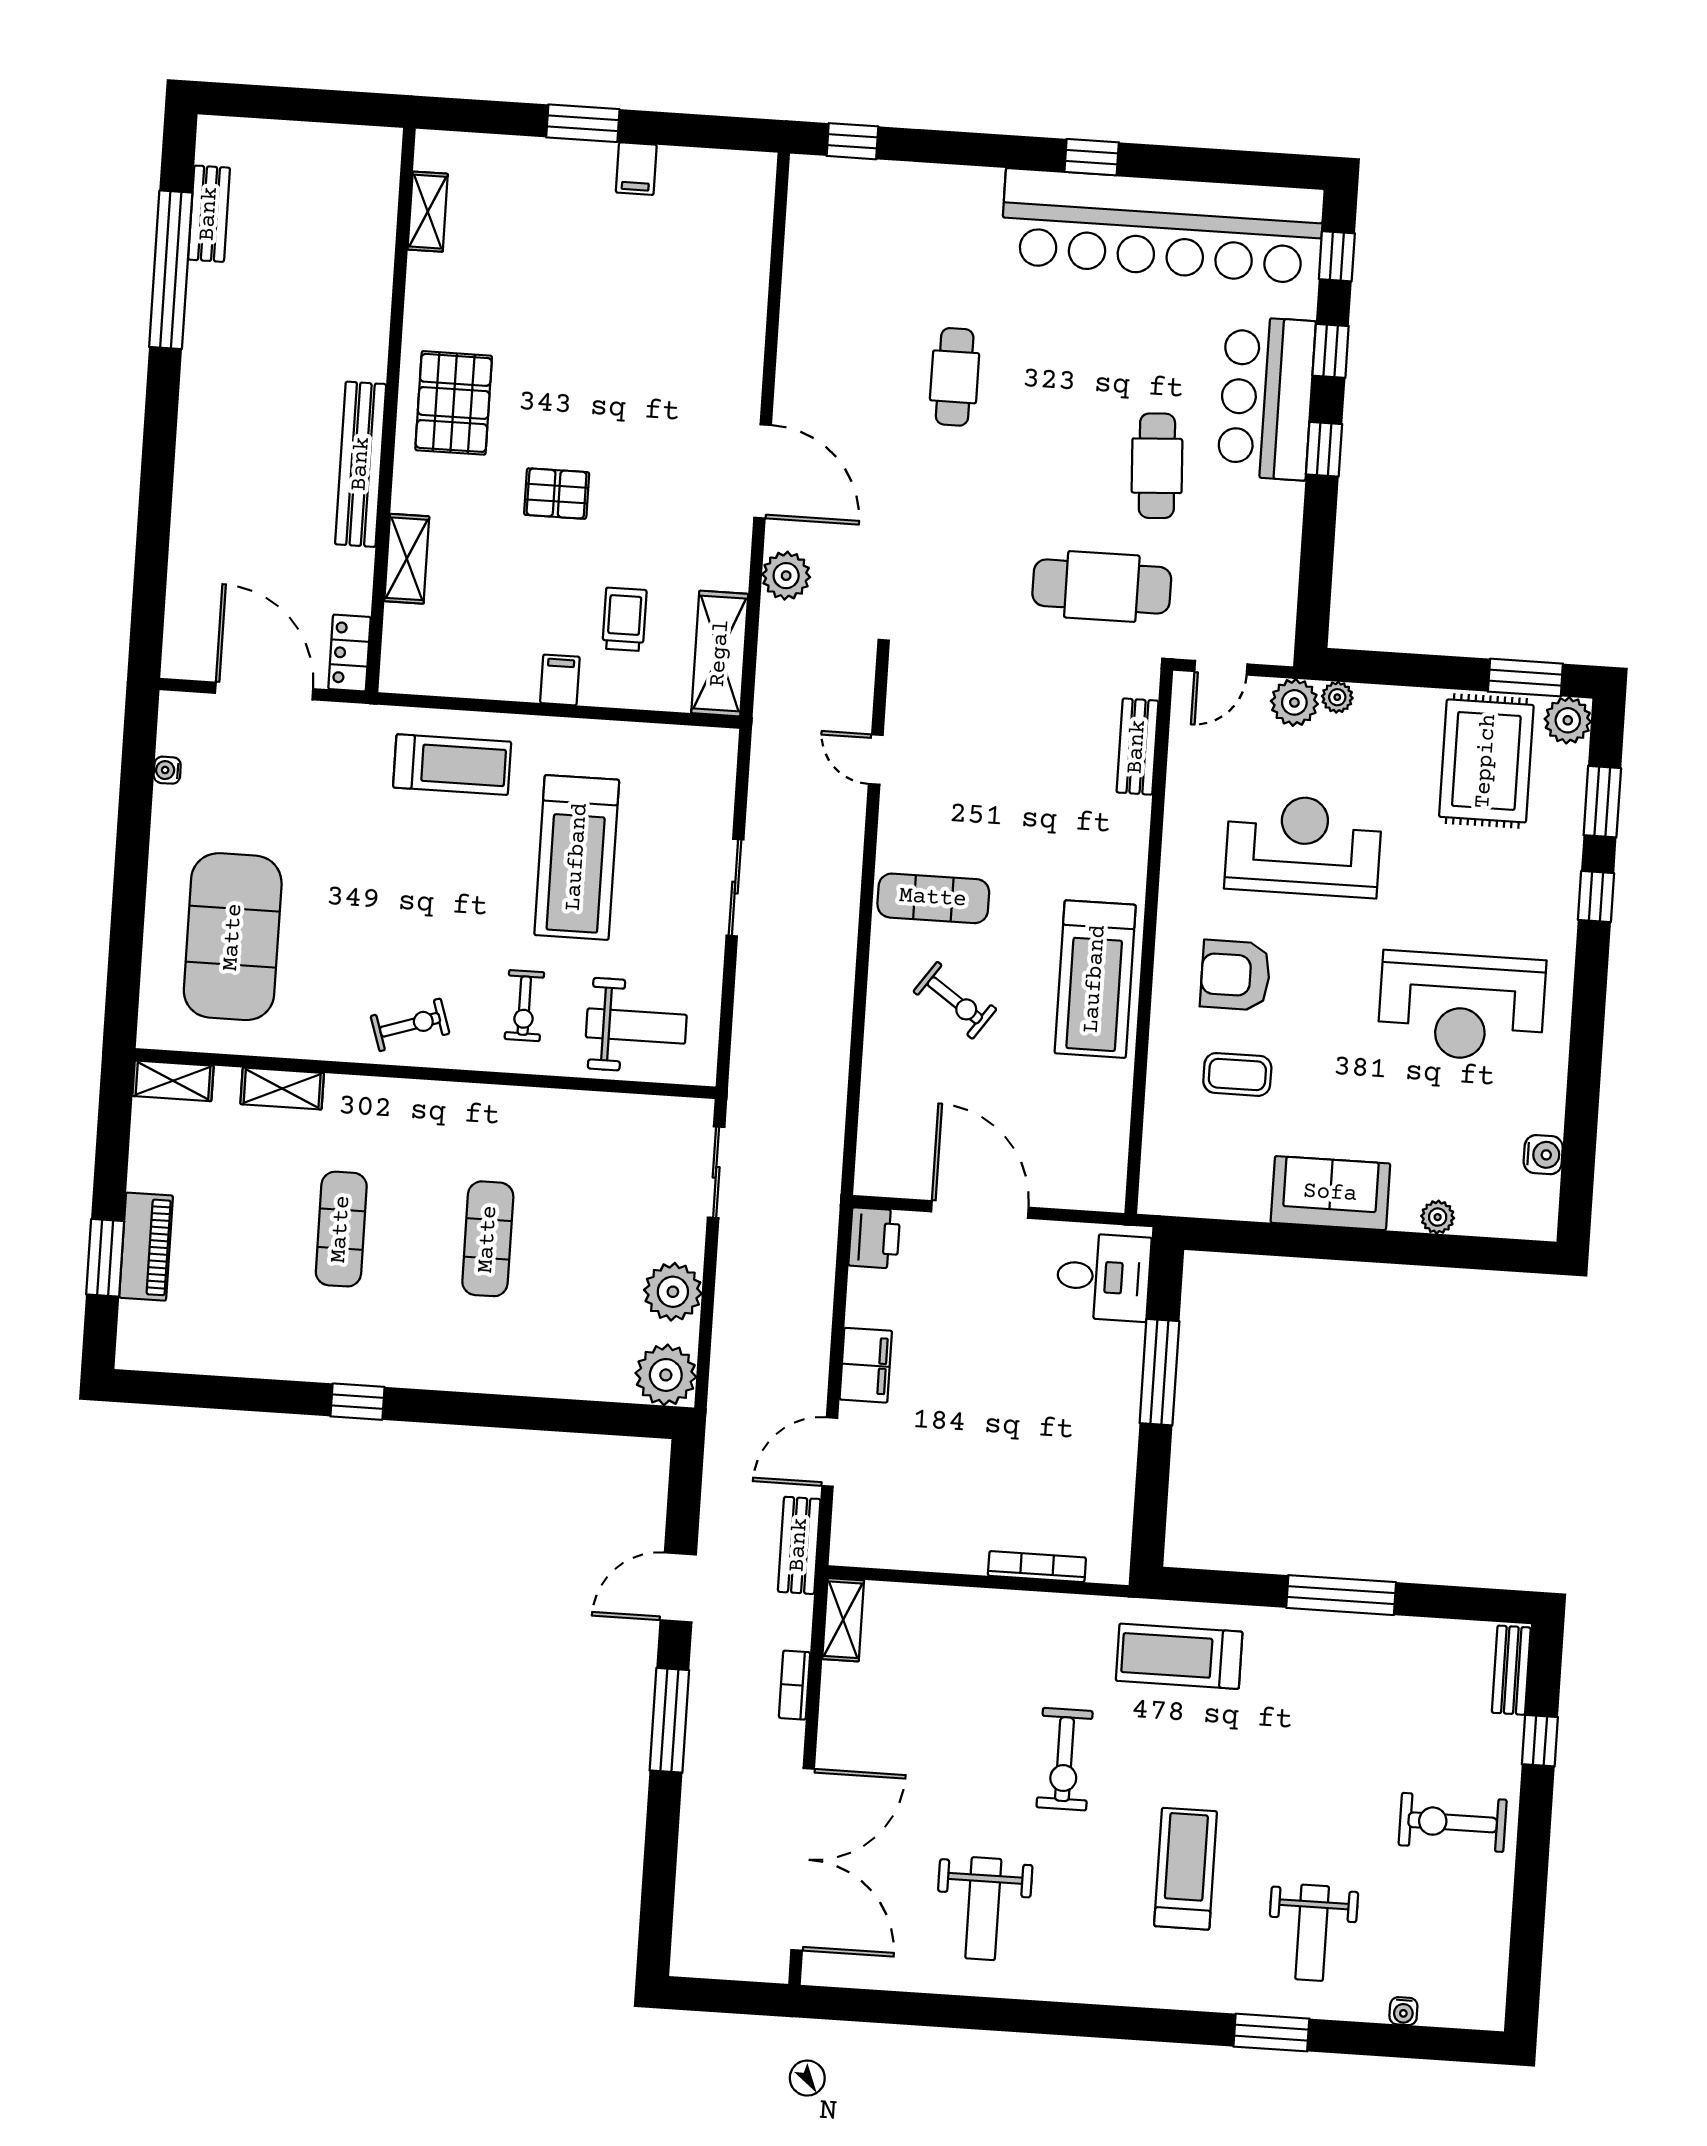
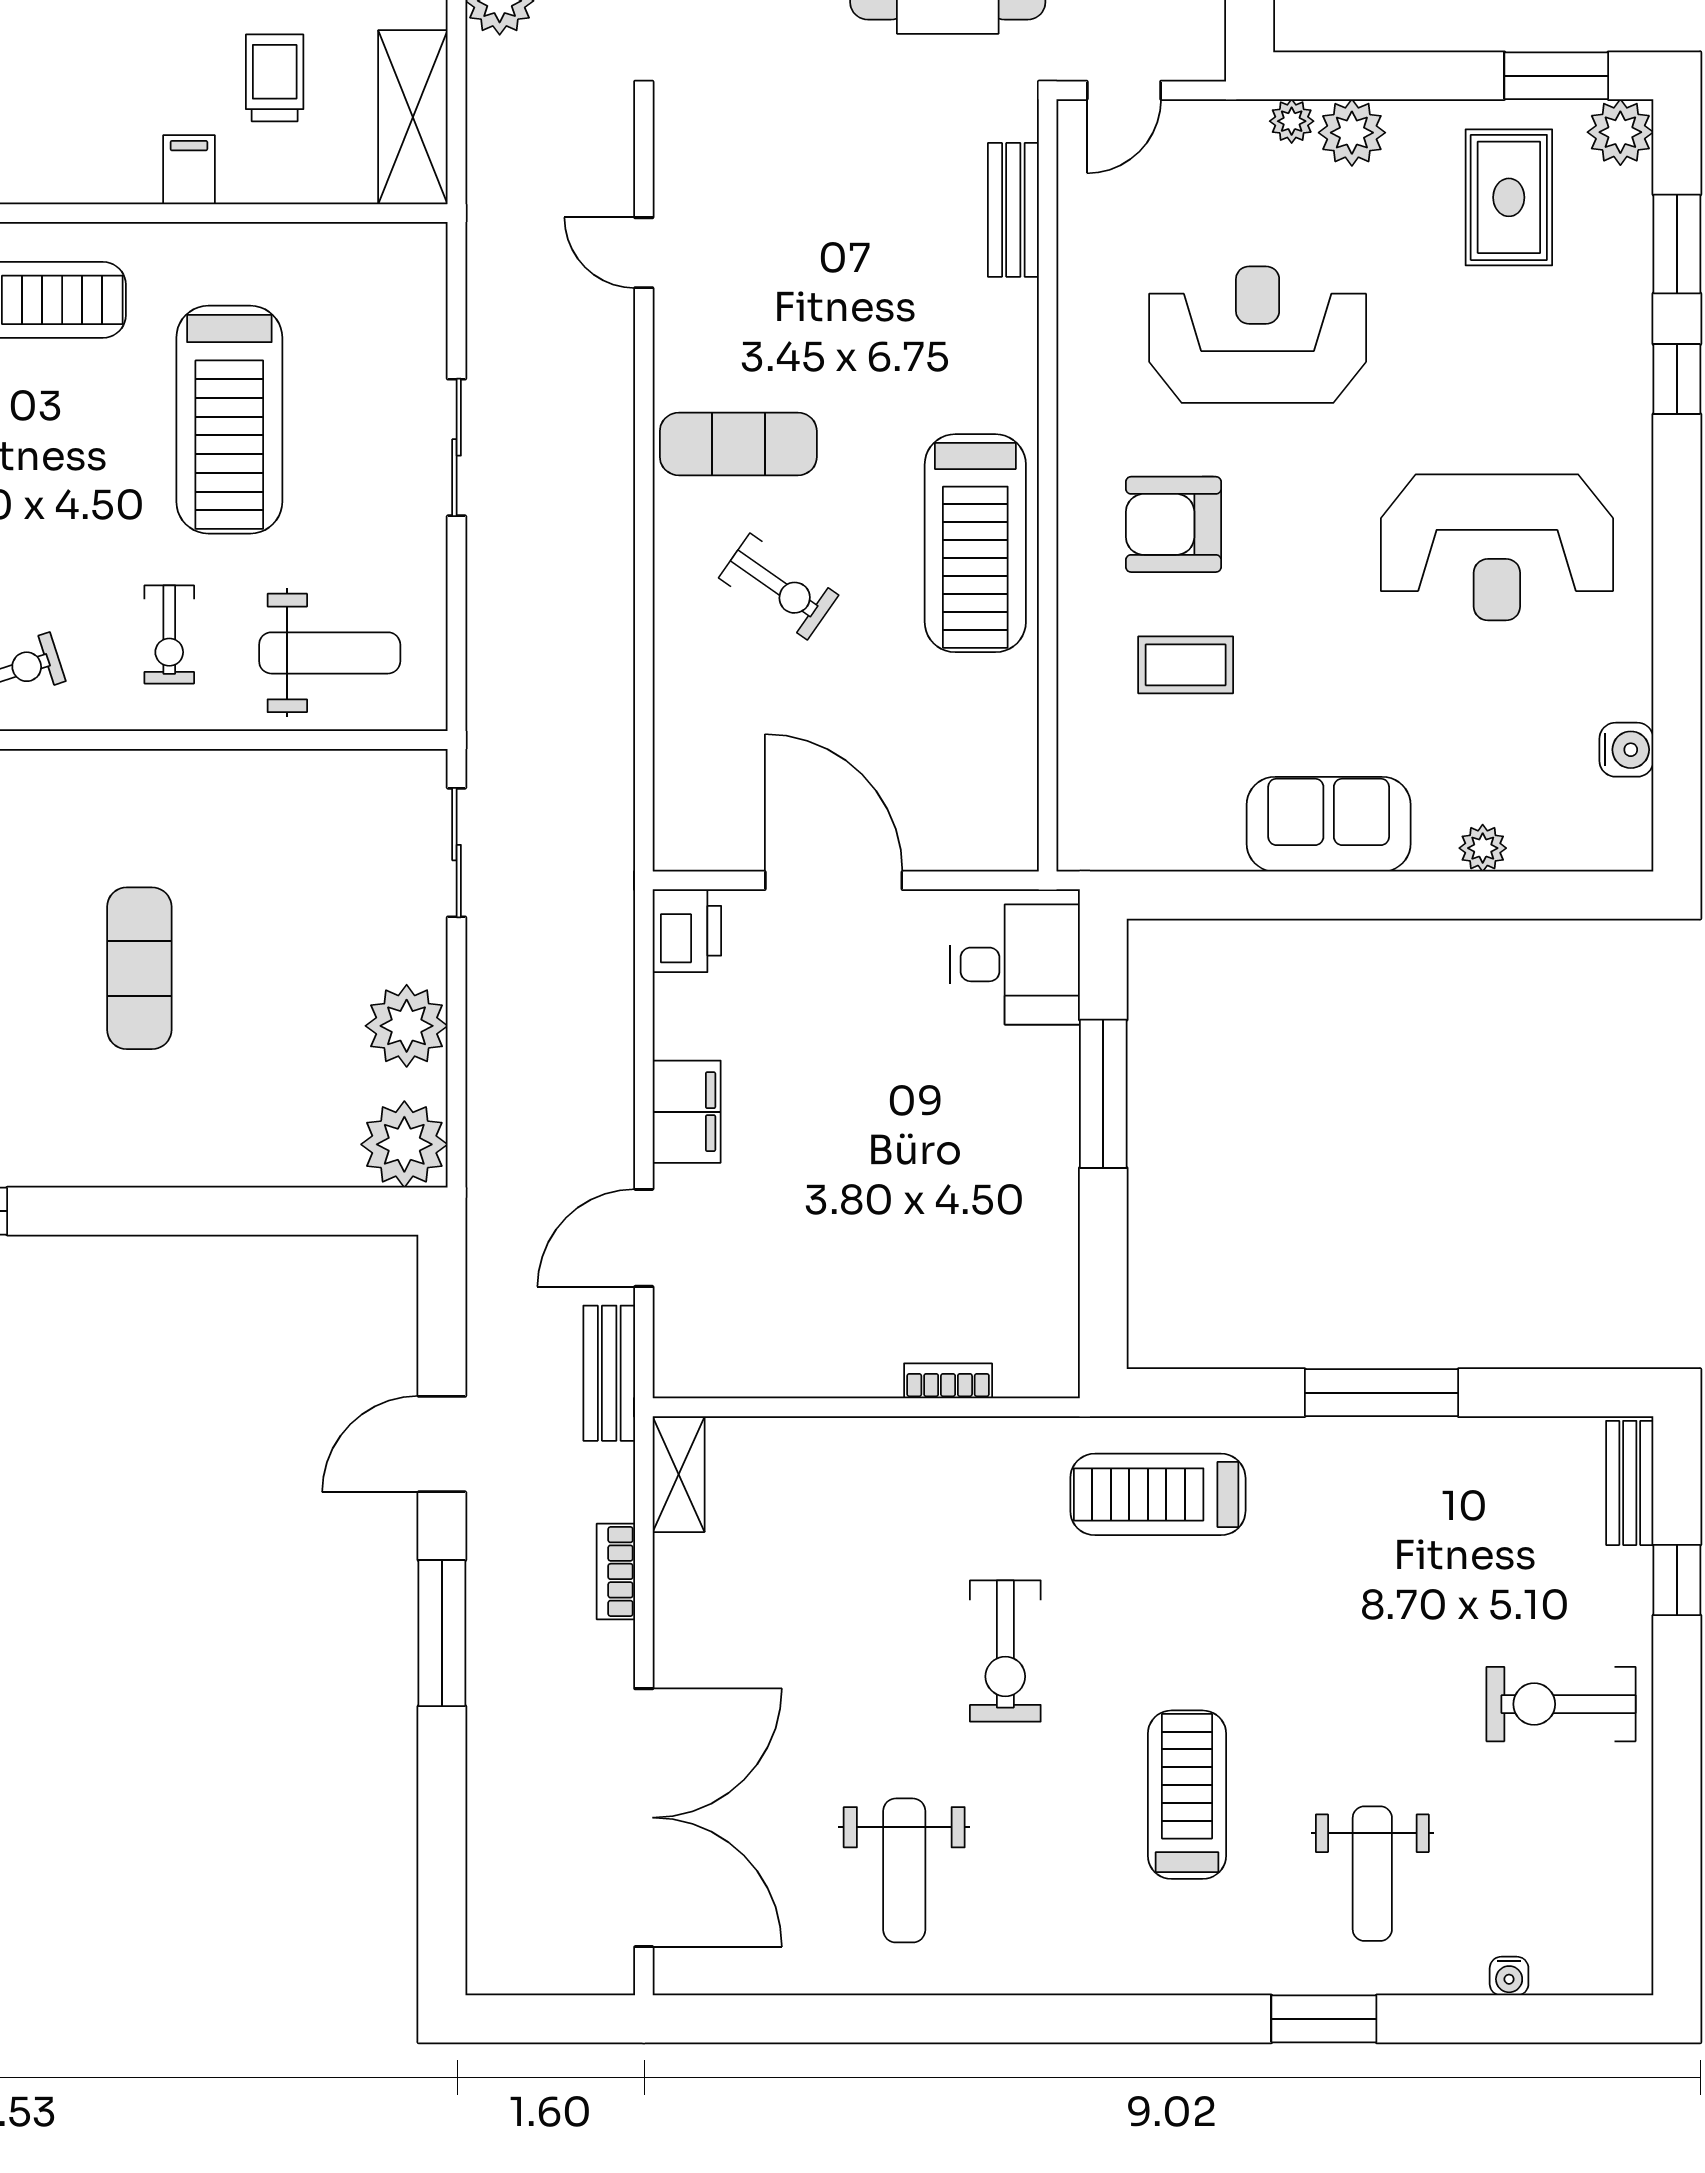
plant: (1294, 702) -> (1352, 133), moved
rug: (1486, 761) -> (1509, 197), width x0.73, depth x0.70
bookcase: (1037, 1567) -> (948, 1381), width x0.64

